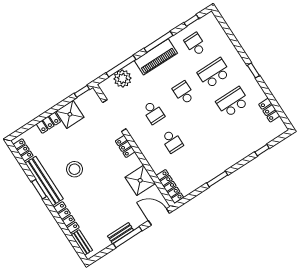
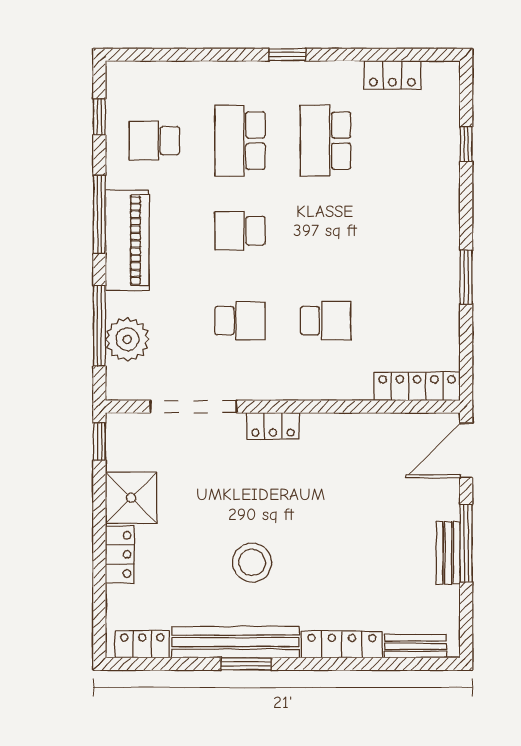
shower: (140, 180) -> (364, 440), removed

